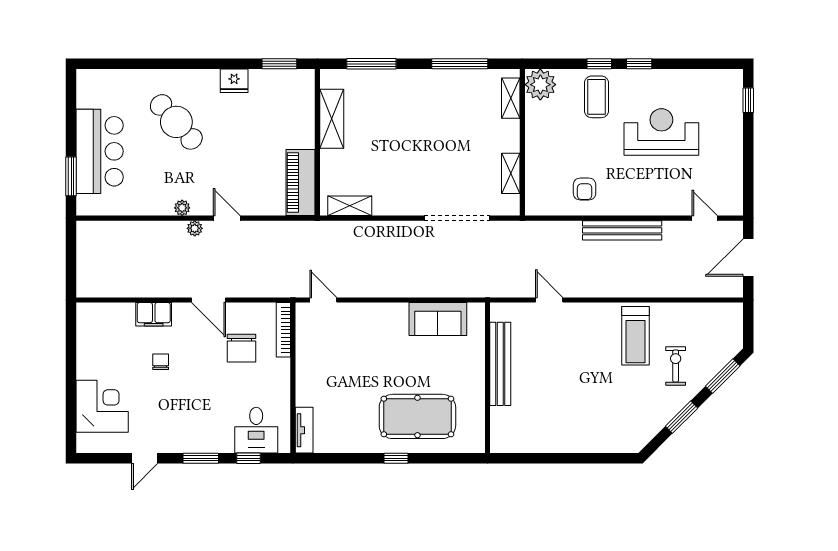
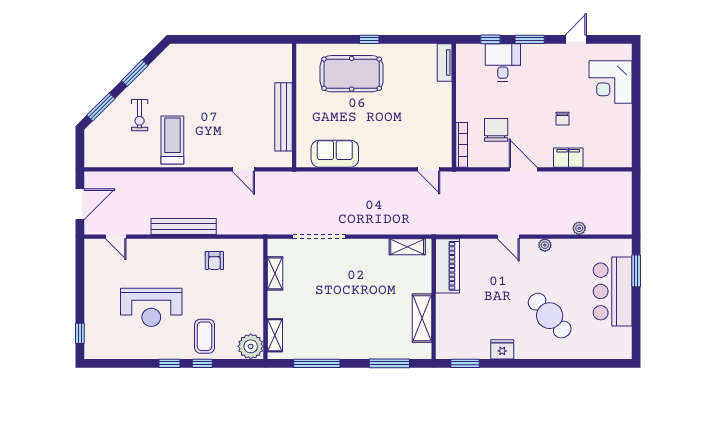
armchair: (585, 189) -> (214, 261), turned 180
plant: (195, 228) -> (579, 228), moved
desk: (256, 430) -> (503, 62), moved

